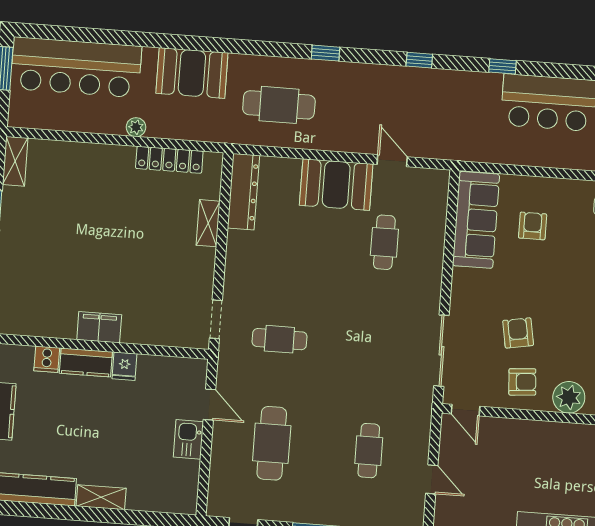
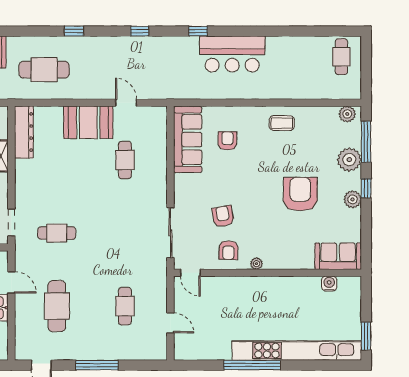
armchair: (522, 382) -> (228, 250), turned 96
plant: (569, 397) -> (257, 264), width x0.53, depth x0.53

